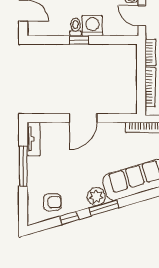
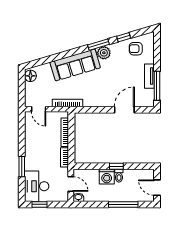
door: (83, 118) -> (124, 110), moved
tv unit: (34, 139) -> (149, 76), moved
window: (23, 166) -> (157, 86), moved

